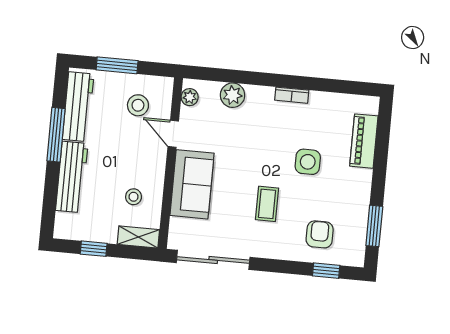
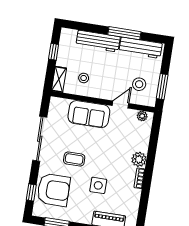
window: (117, 65) -> (162, 87), moved
plant: (233, 95) -> (139, 159), moved
armchair: (320, 234) -> (54, 190), width x1.88, depth x1.88
sliding door: (213, 260) -> (40, 139), moved

